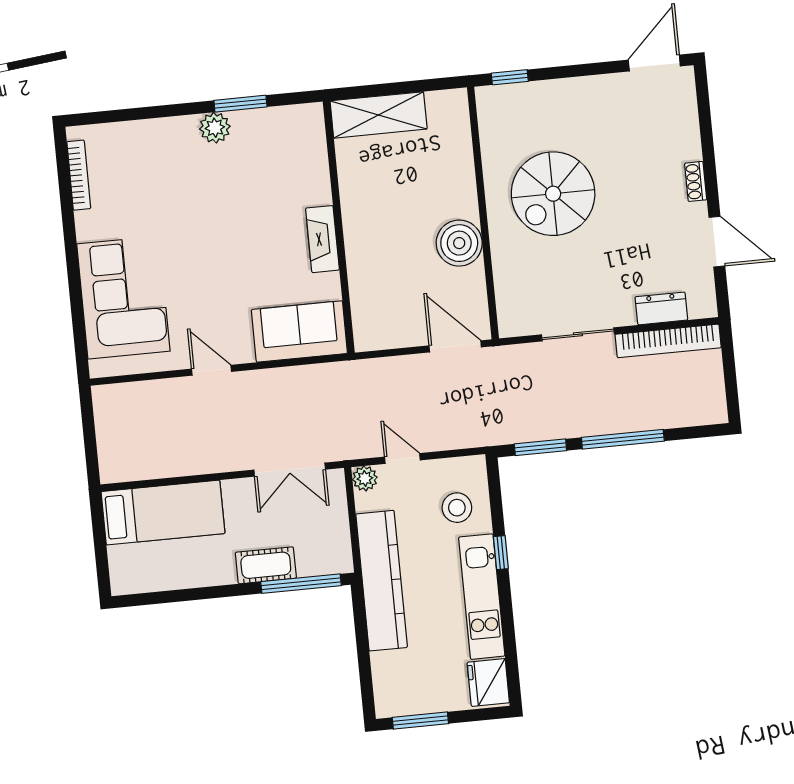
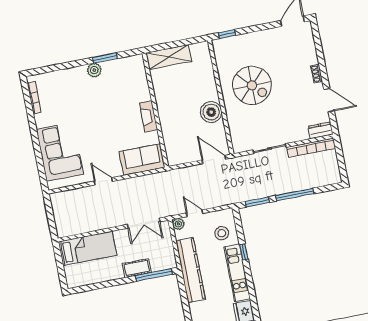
spiral stairs: (553, 194) -> (252, 85), turned -90
dresser: (661, 308) -> (320, 130), moved

